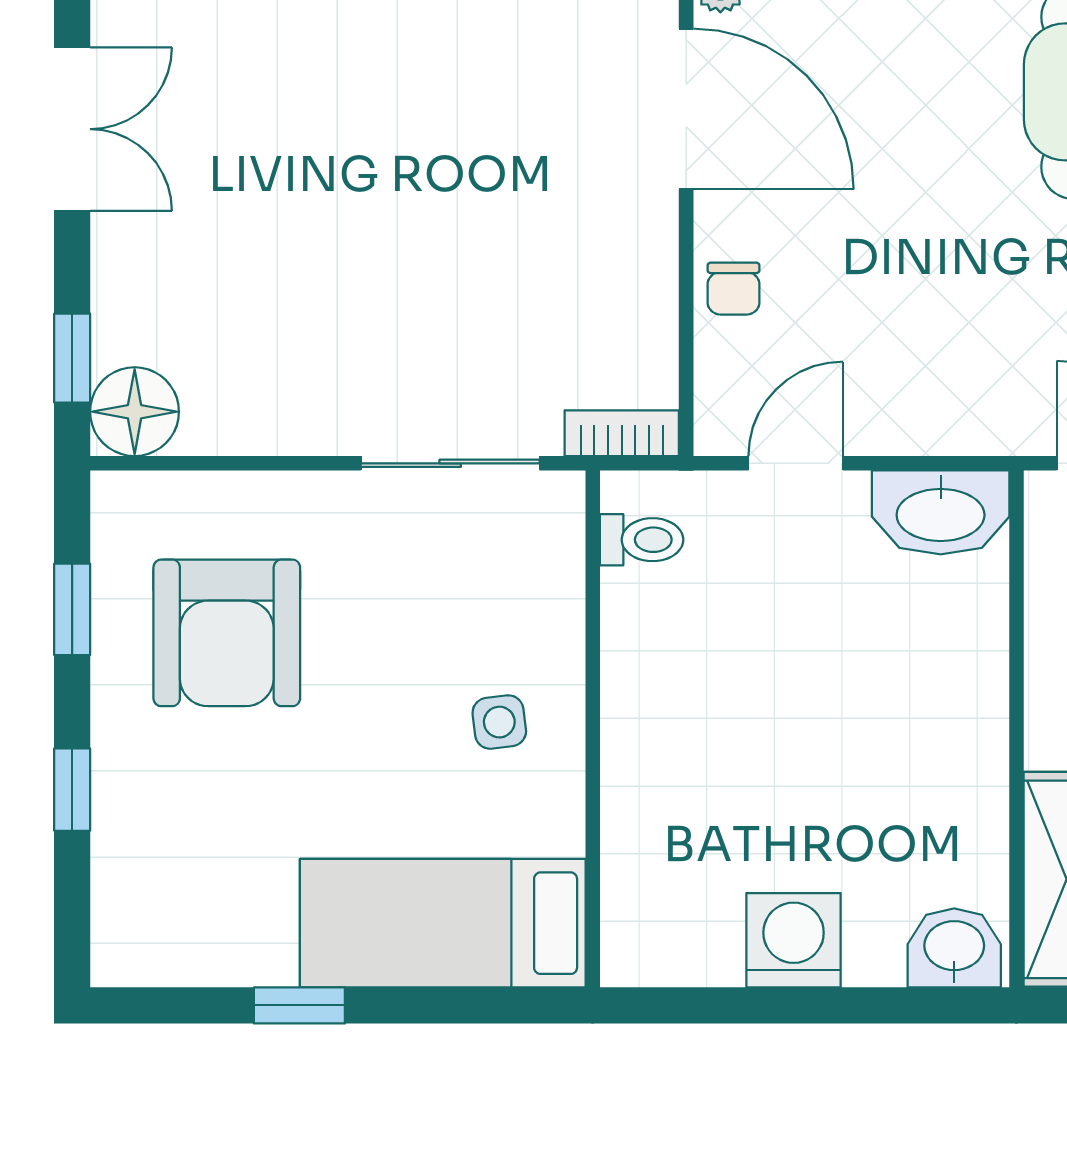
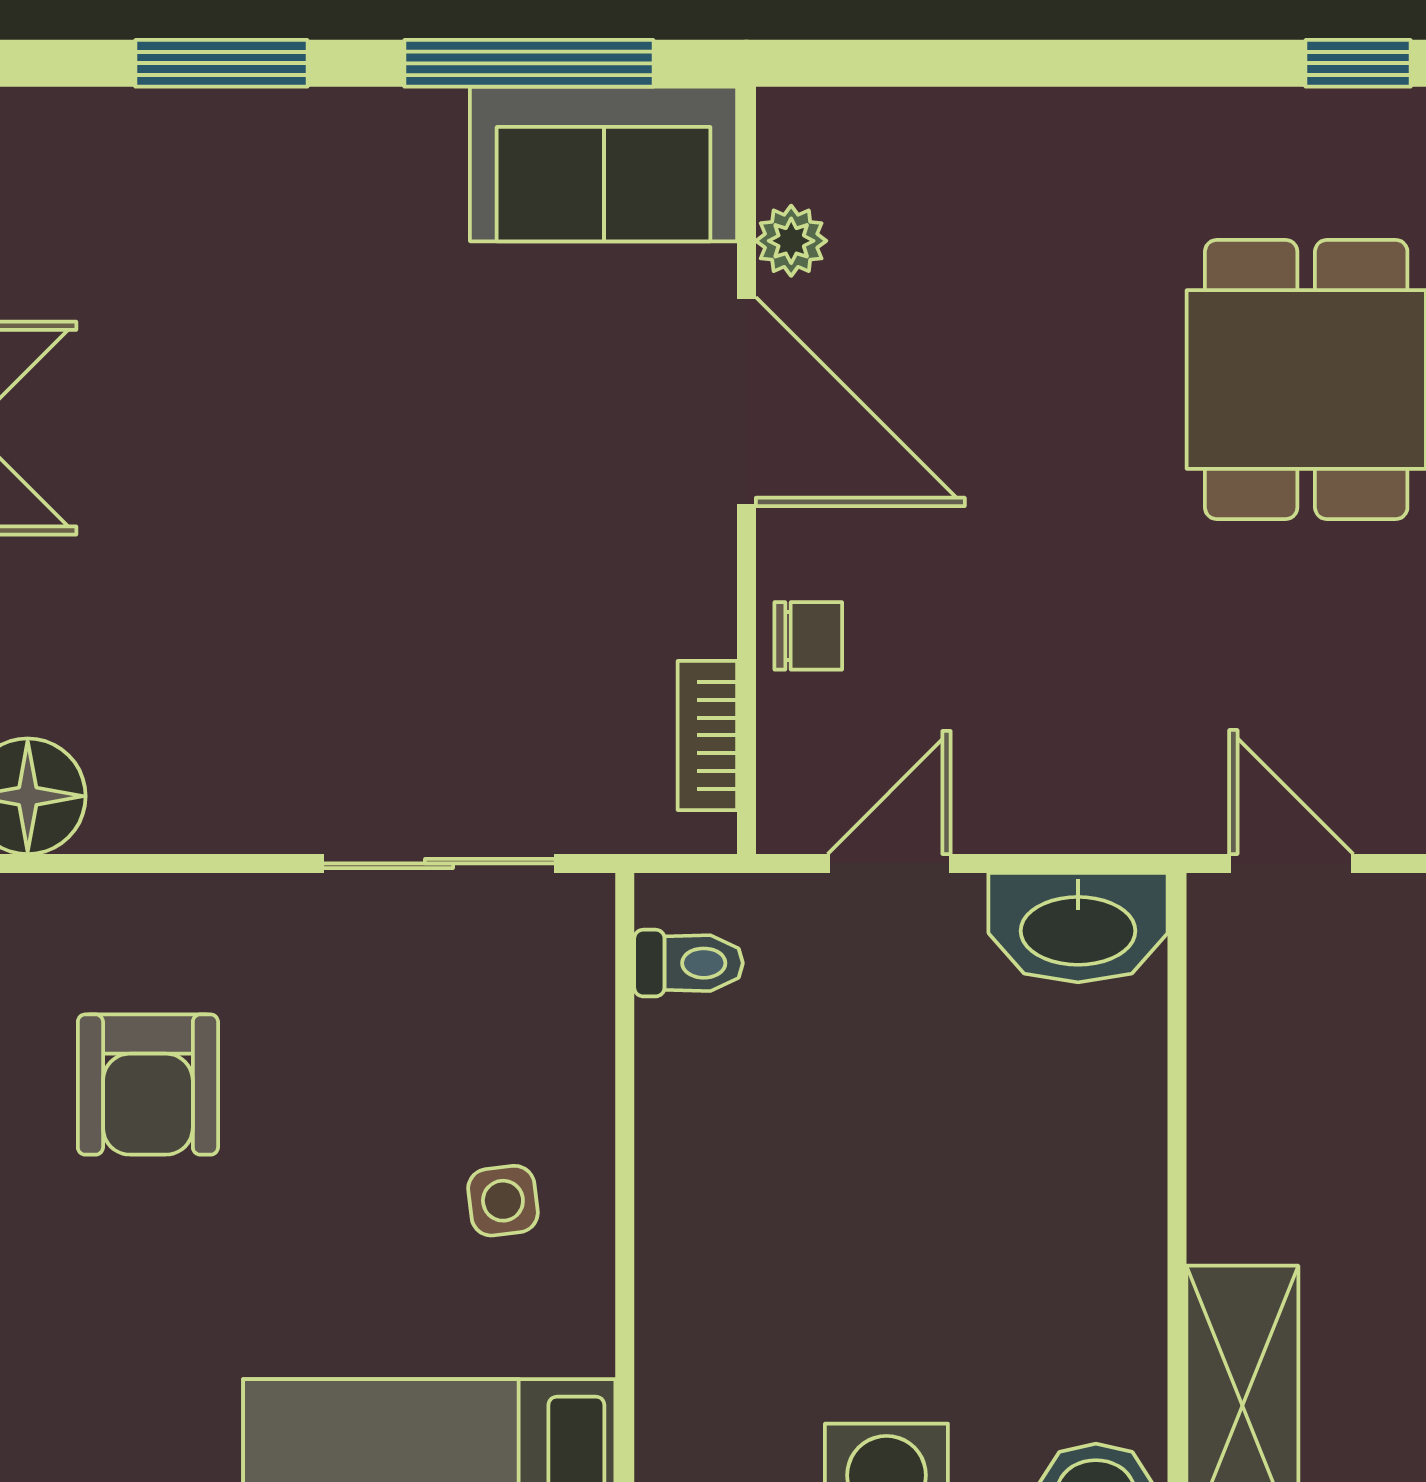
chair: (734, 289) -> (808, 636), turned -90
bookcase: (622, 433) -> (707, 735), moved, turned -90
armchair: (227, 633) -> (148, 1085), width x0.73, depth x0.73

